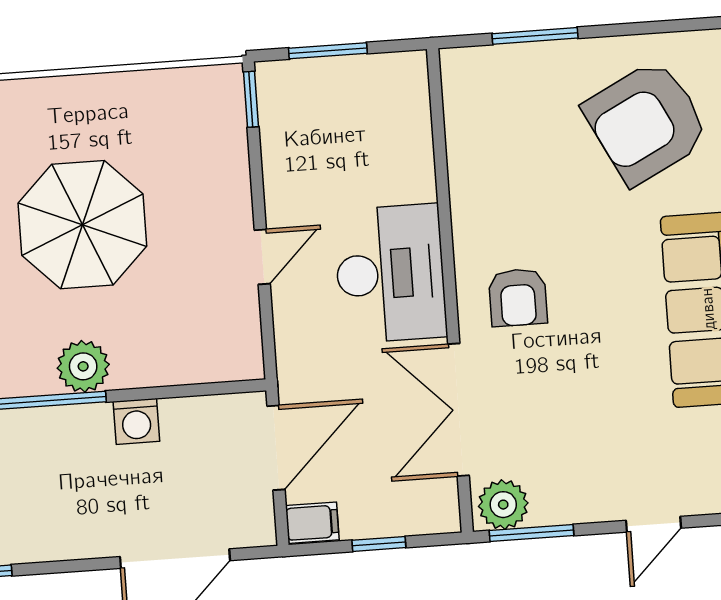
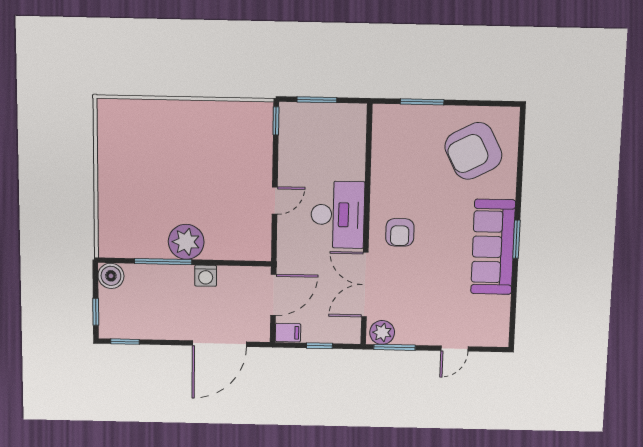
parasol: (82, 225) -> (186, 176), removed
plant: (83, 366) -> (186, 242), width x1.36, depth x1.36

